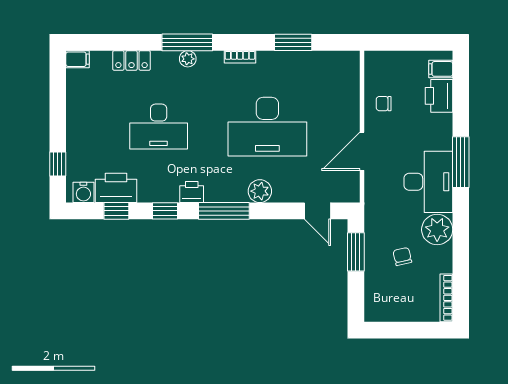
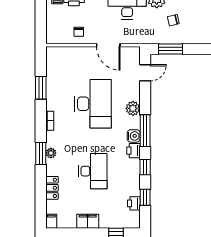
window: (187, 42) -> (41, 153), width x0.69
filing cabinet: (78, 118) -> (88, 221), added
printer: (116, 188) -> (134, 203), width x0.53, depth x0.68
water cooler: (83, 192) -> (134, 136), moved

